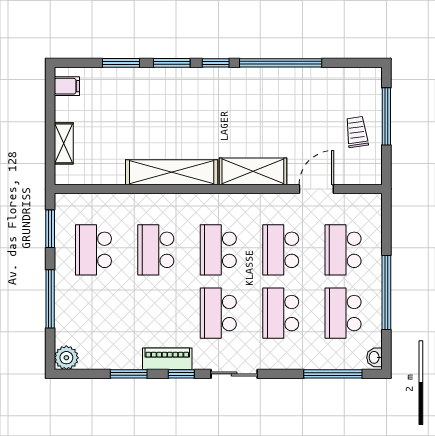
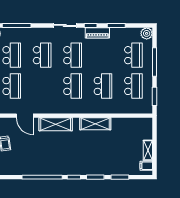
shelving: (64, 143) -> (148, 150), moved
shelving: (172, 172) -> (95, 124), width x0.68
door: (316, 189) -> (25, 116), hinge flipped
school desk: (281, 250) -> (133, 55), moved

